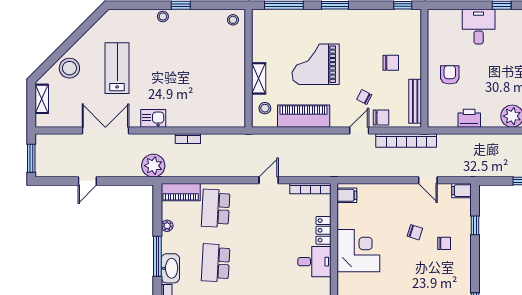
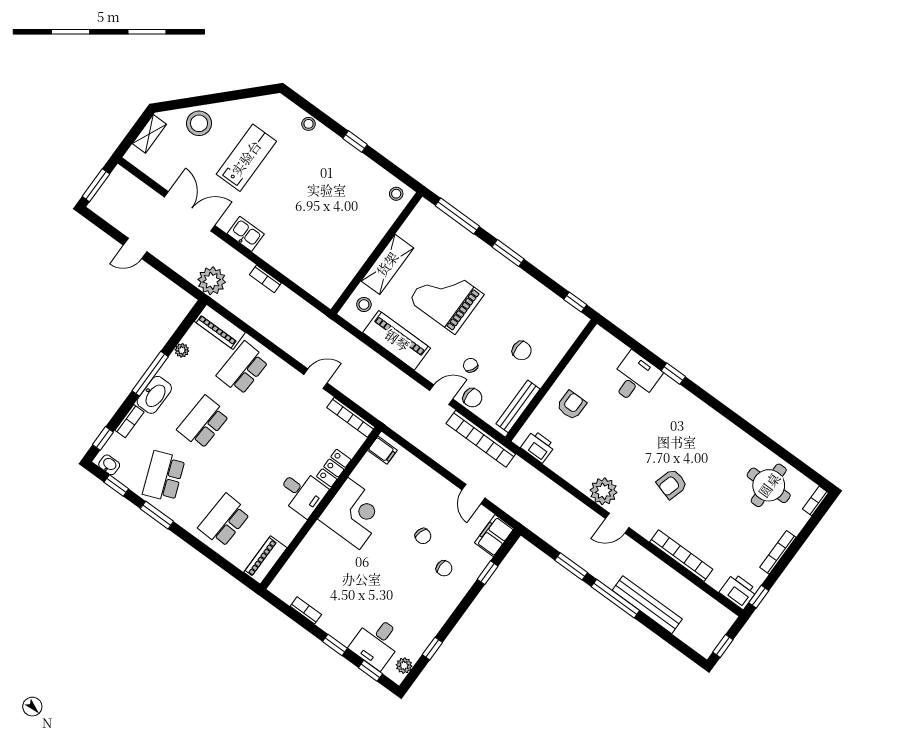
stool: (163, 16) -> (309, 124), moved
shelving: (259, 78) -> (387, 264), width x1.50, depth x1.33
printer: (469, 118) -> (538, 447), moved
filing cabinet: (462, 191) -> (494, 536), width x2.00

